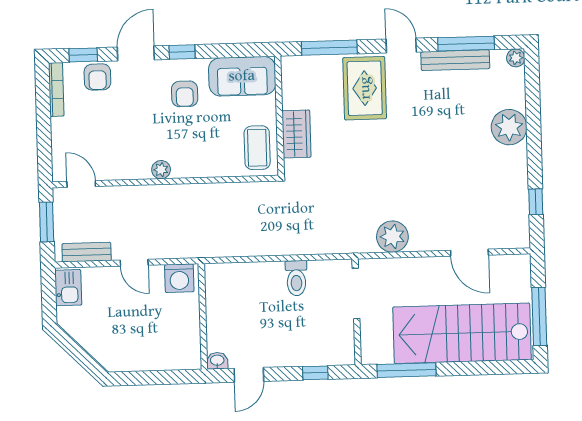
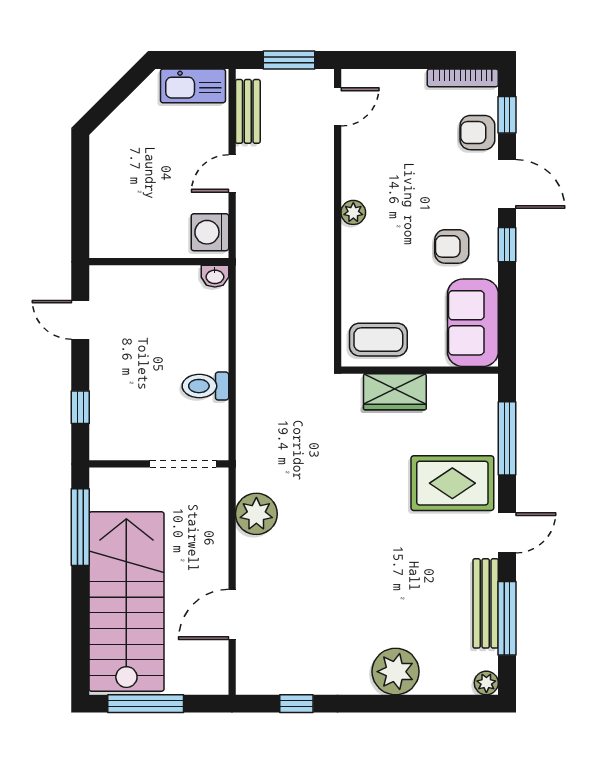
kitchen sink: (68, 288) -> (193, 86), width x1.38
washbasin: (217, 361) -> (215, 276), moved, turned 90

